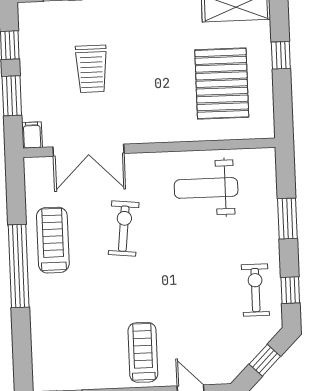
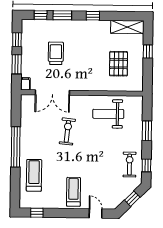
trolley: (91, 69) -> (56, 53), turned 180
pallet: (222, 84) -> (118, 64), width x0.73, depth x0.71
treadmill: (53, 240) -> (34, 175), moved

